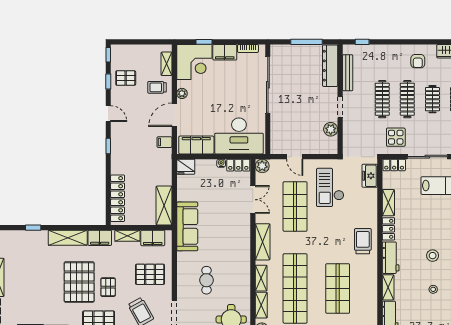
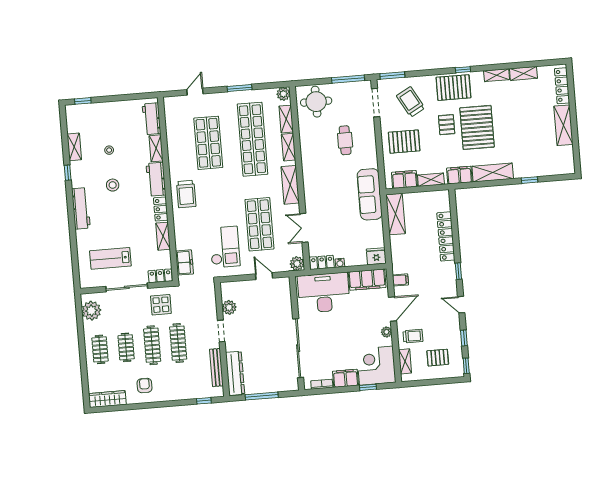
pallet: (126, 78) -> (438, 358), moved
locker: (118, 198) -> (446, 236), moved

